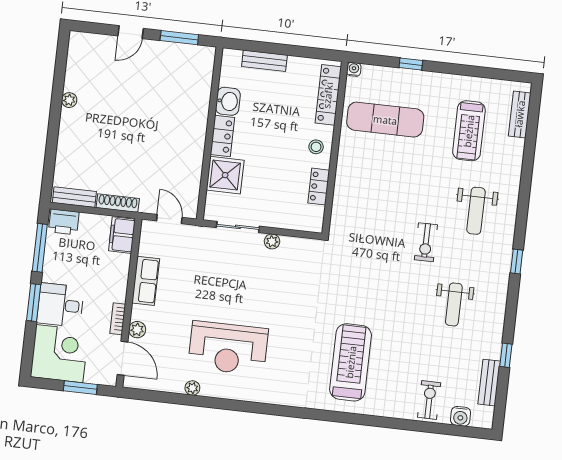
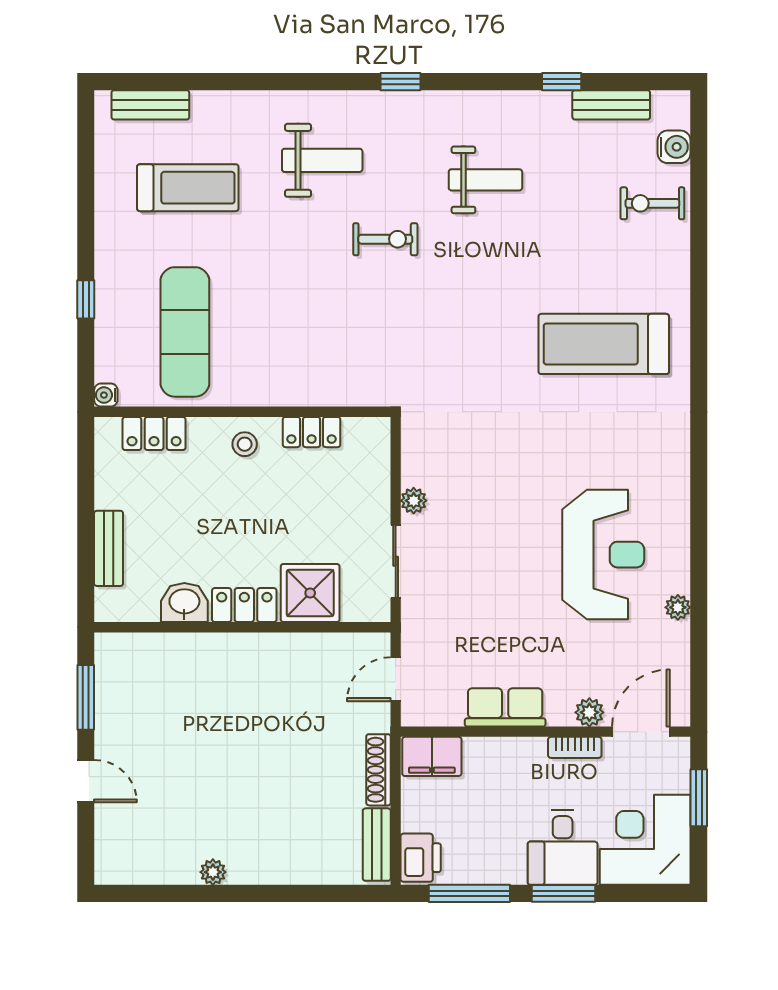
locker: (328, 95) -> (154, 433), width x0.66

